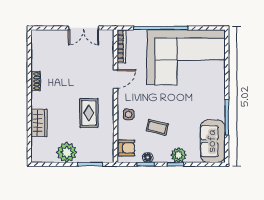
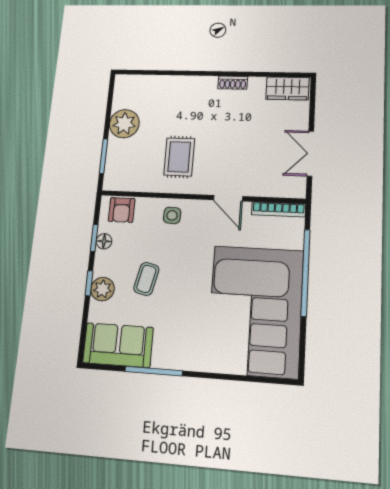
rug: (89, 113) -> (179, 157), turned 90
wardrobe: (39, 123) -> (287, 88), moved
coffee table: (157, 127) -> (146, 279), moved

